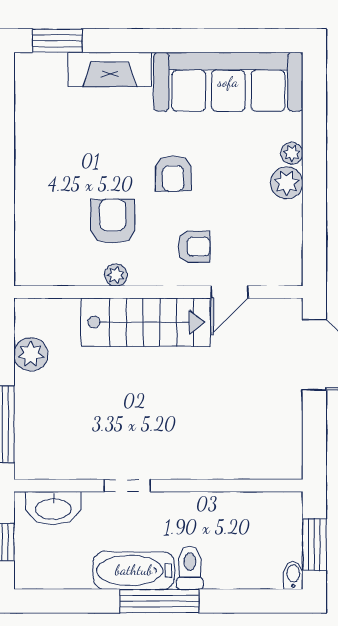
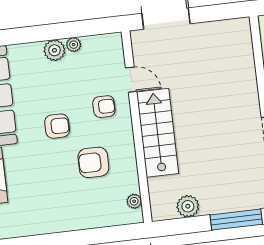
plant: (292, 153) -> (74, 45), moved
armchair: (194, 247) -> (104, 107), turned 90
plant: (116, 275) -> (134, 201), moved

